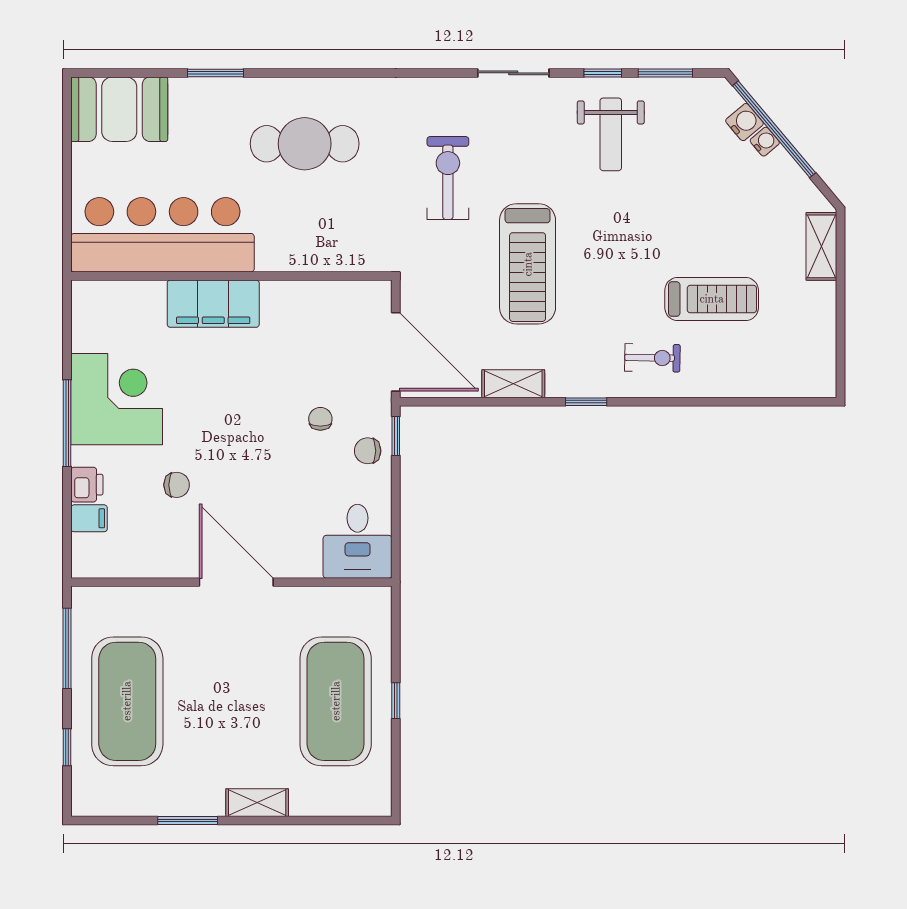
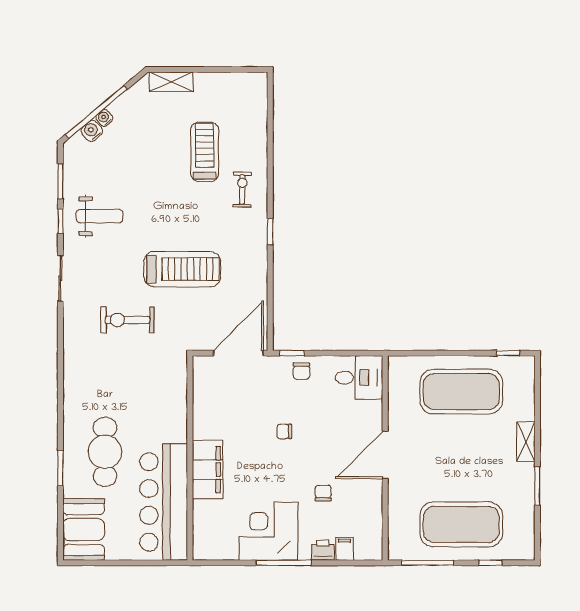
cafe table: (305, 144) -> (105, 452), moved
shelving: (513, 384) -> (259, 278), removed
chair: (320, 419) -> (284, 431), moved
window: (396, 701) -> (508, 353), moved

